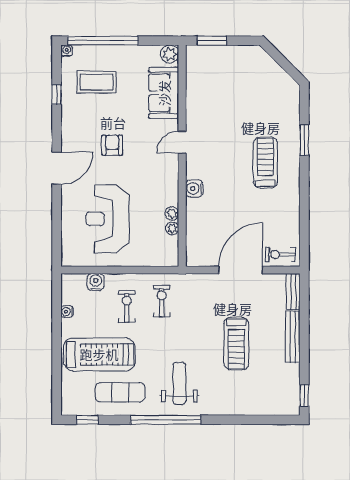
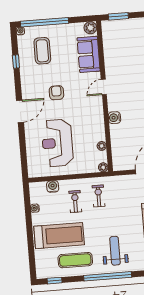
coffee table: (96, 82) -> (42, 51), turned 90
plant: (172, 214) -> (103, 167), moved

